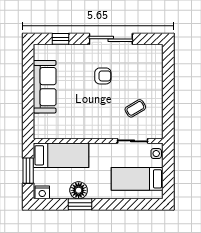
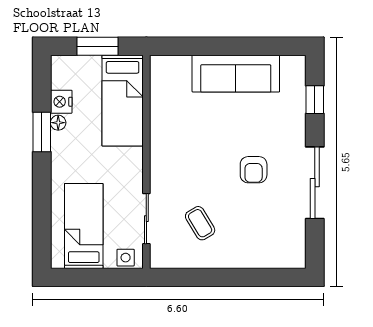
floor lamp: (79, 190) -> (58, 123), width x0.53, depth x0.53
nightstand: (42, 192) -> (61, 102), moved

